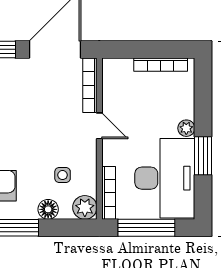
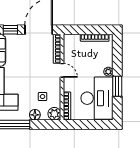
window: (146, 228) -> (87, 125), removed

